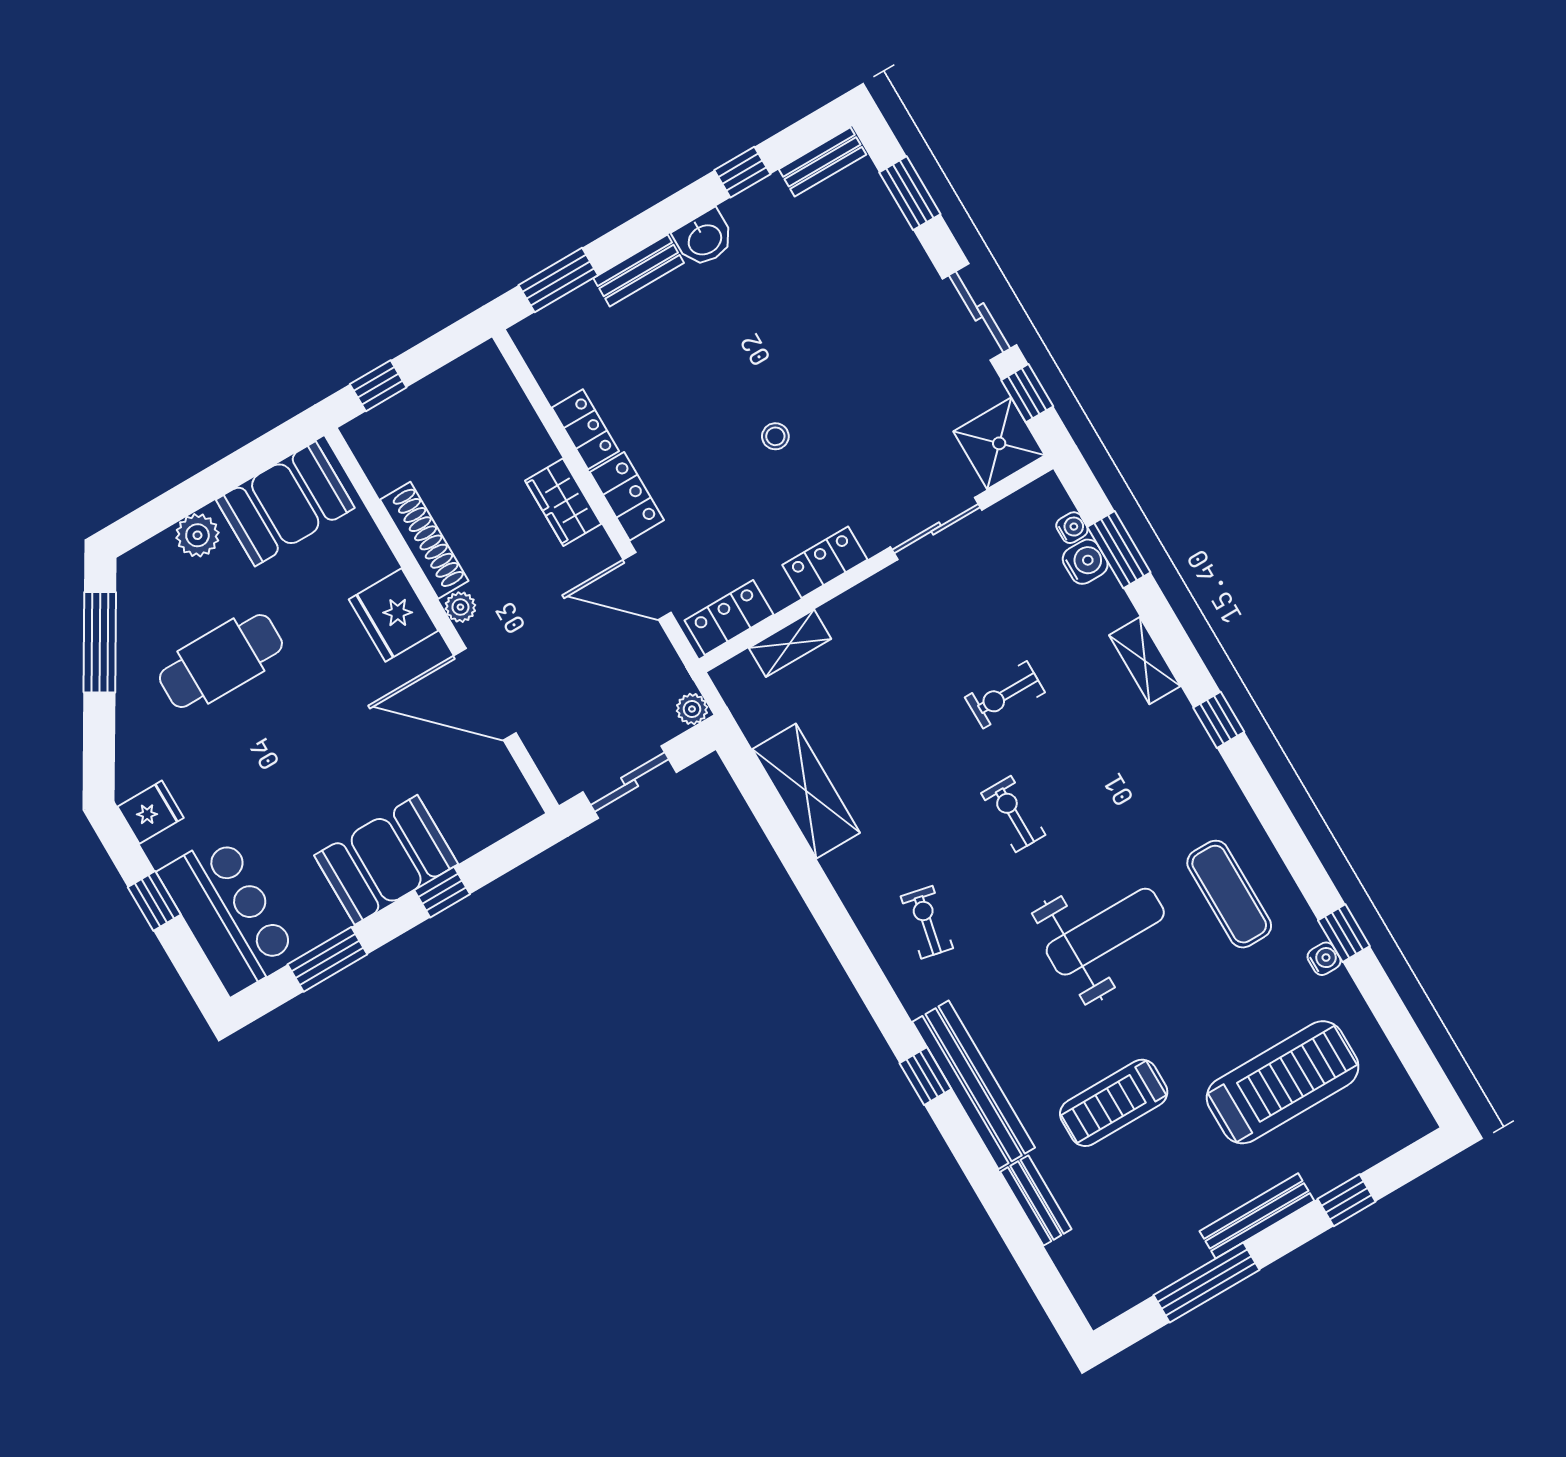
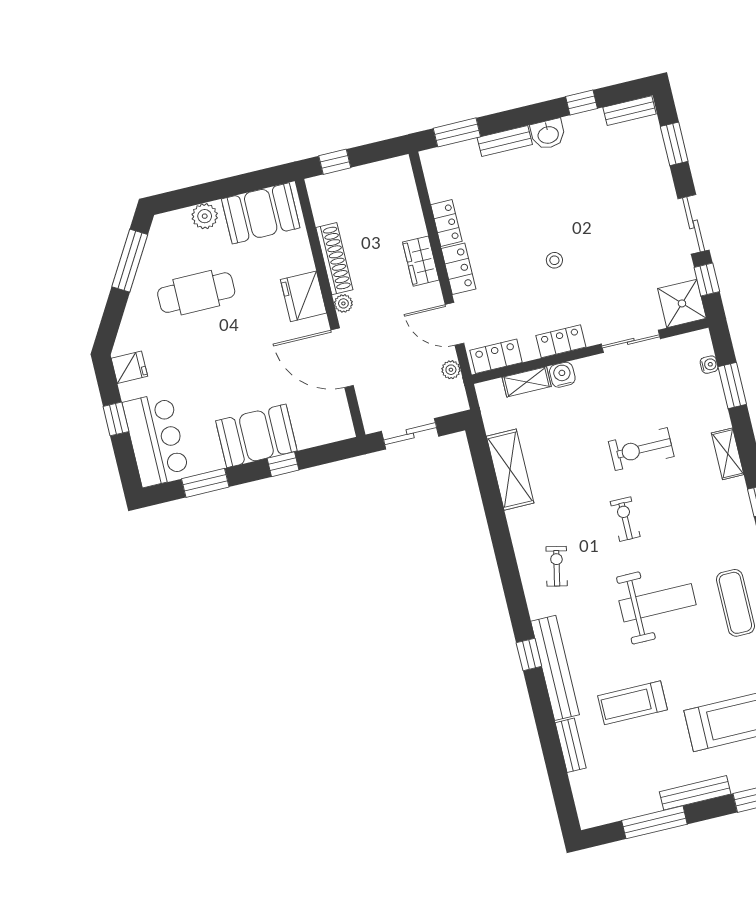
water cooler: (1085, 562) -> (562, 375), moved, turned -90
exercise bike: (1005, 695) -> (641, 449), width x1.38, depth x1.39
plant: (692, 709) -> (451, 370), moved

